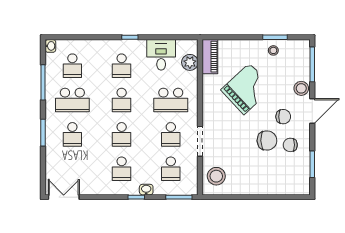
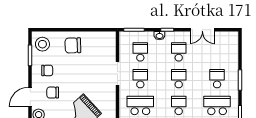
chair: (267, 141) -> (73, 45), moved
stool: (216, 176) -> (42, 44), moved
double door: (64, 197) -> (202, 30), moved

